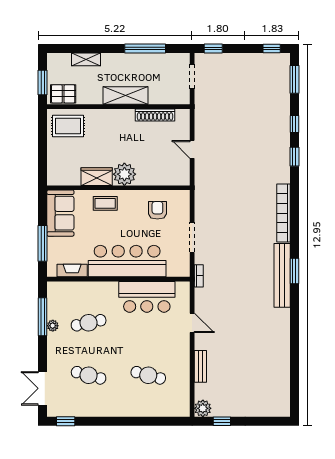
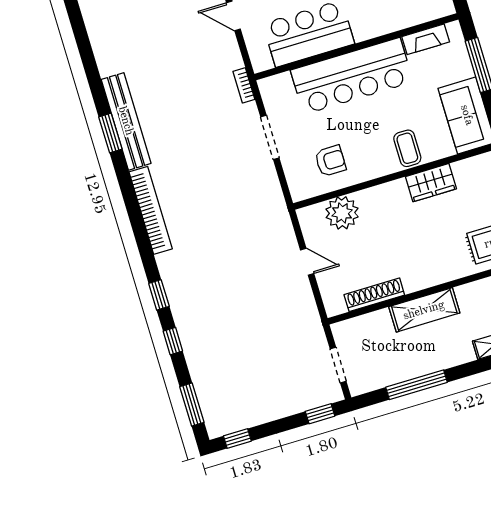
plant: (124, 174) -> (342, 213), moved
coffee table: (105, 203) -> (407, 148), turned 90
armchair: (157, 210) -> (330, 161), turned -90

